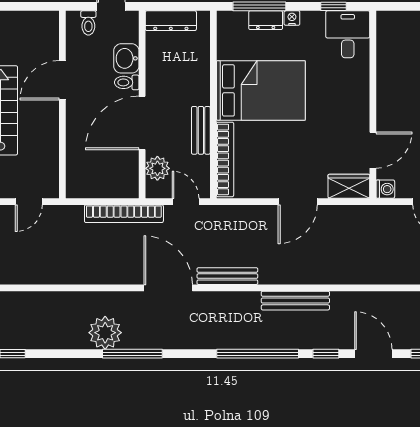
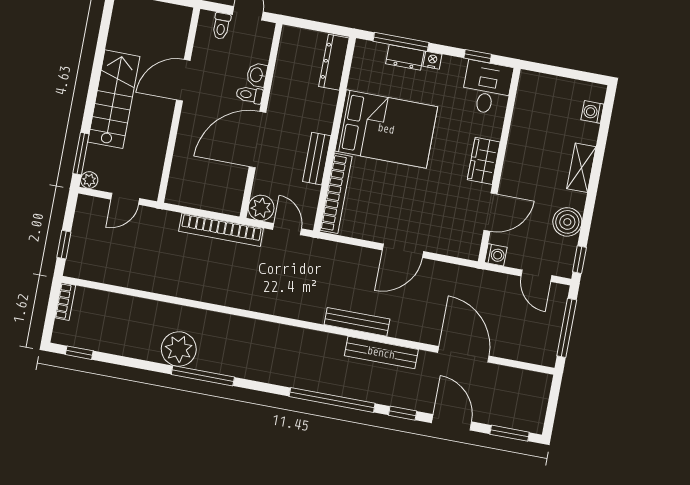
dresser: (171, 21) -> (334, 62), moved, turned 90
washbasin: (126, 58) -> (257, 75), width x0.72, depth x0.69
plant: (157, 168) -> (261, 208), moved
wardrobe: (349, 186) -> (484, 161), moved, turned -90
bench: (227, 276) -> (357, 322), moved
door: (168, 288) -> (463, 354), moved

